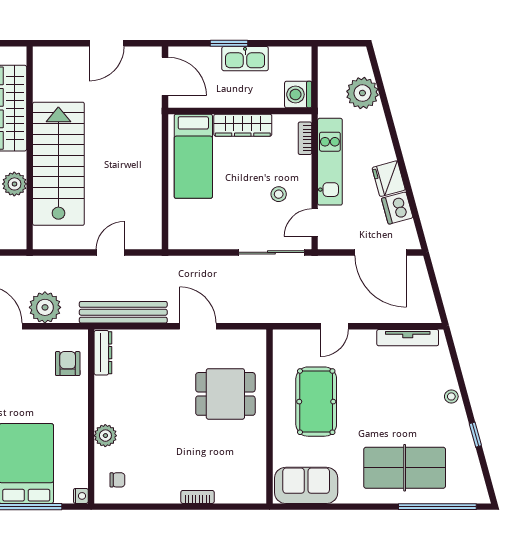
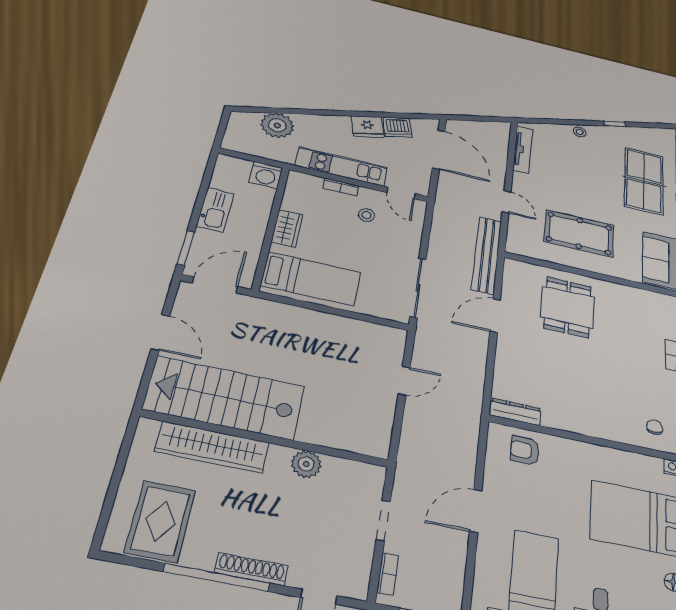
window: (229, 43) -> (186, 248), moved
wardrobe: (243, 125) -> (287, 228), width x0.67
bookcase: (305, 138) -> (341, 187), moved
stairs: (58, 164) -> (225, 398), moved
door: (110, 252) -> (404, 381), swing flipped
sliding door: (271, 252) -> (418, 288), moved
door: (381, 252) -> (439, 150), hinge flipped
plant: (45, 307) -> (458, 461), removed
bench: (123, 312) -> (487, 255), moved
plant: (105, 436) -> (607, 429), removed

